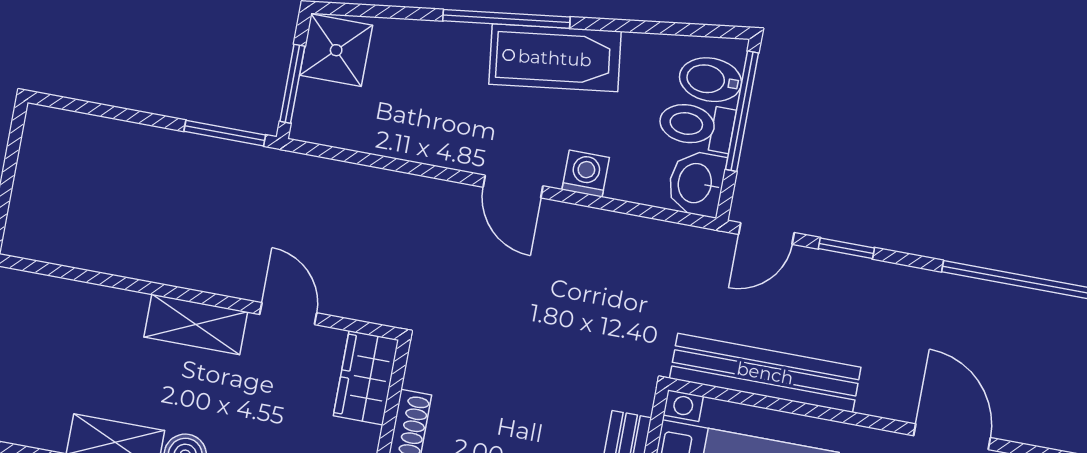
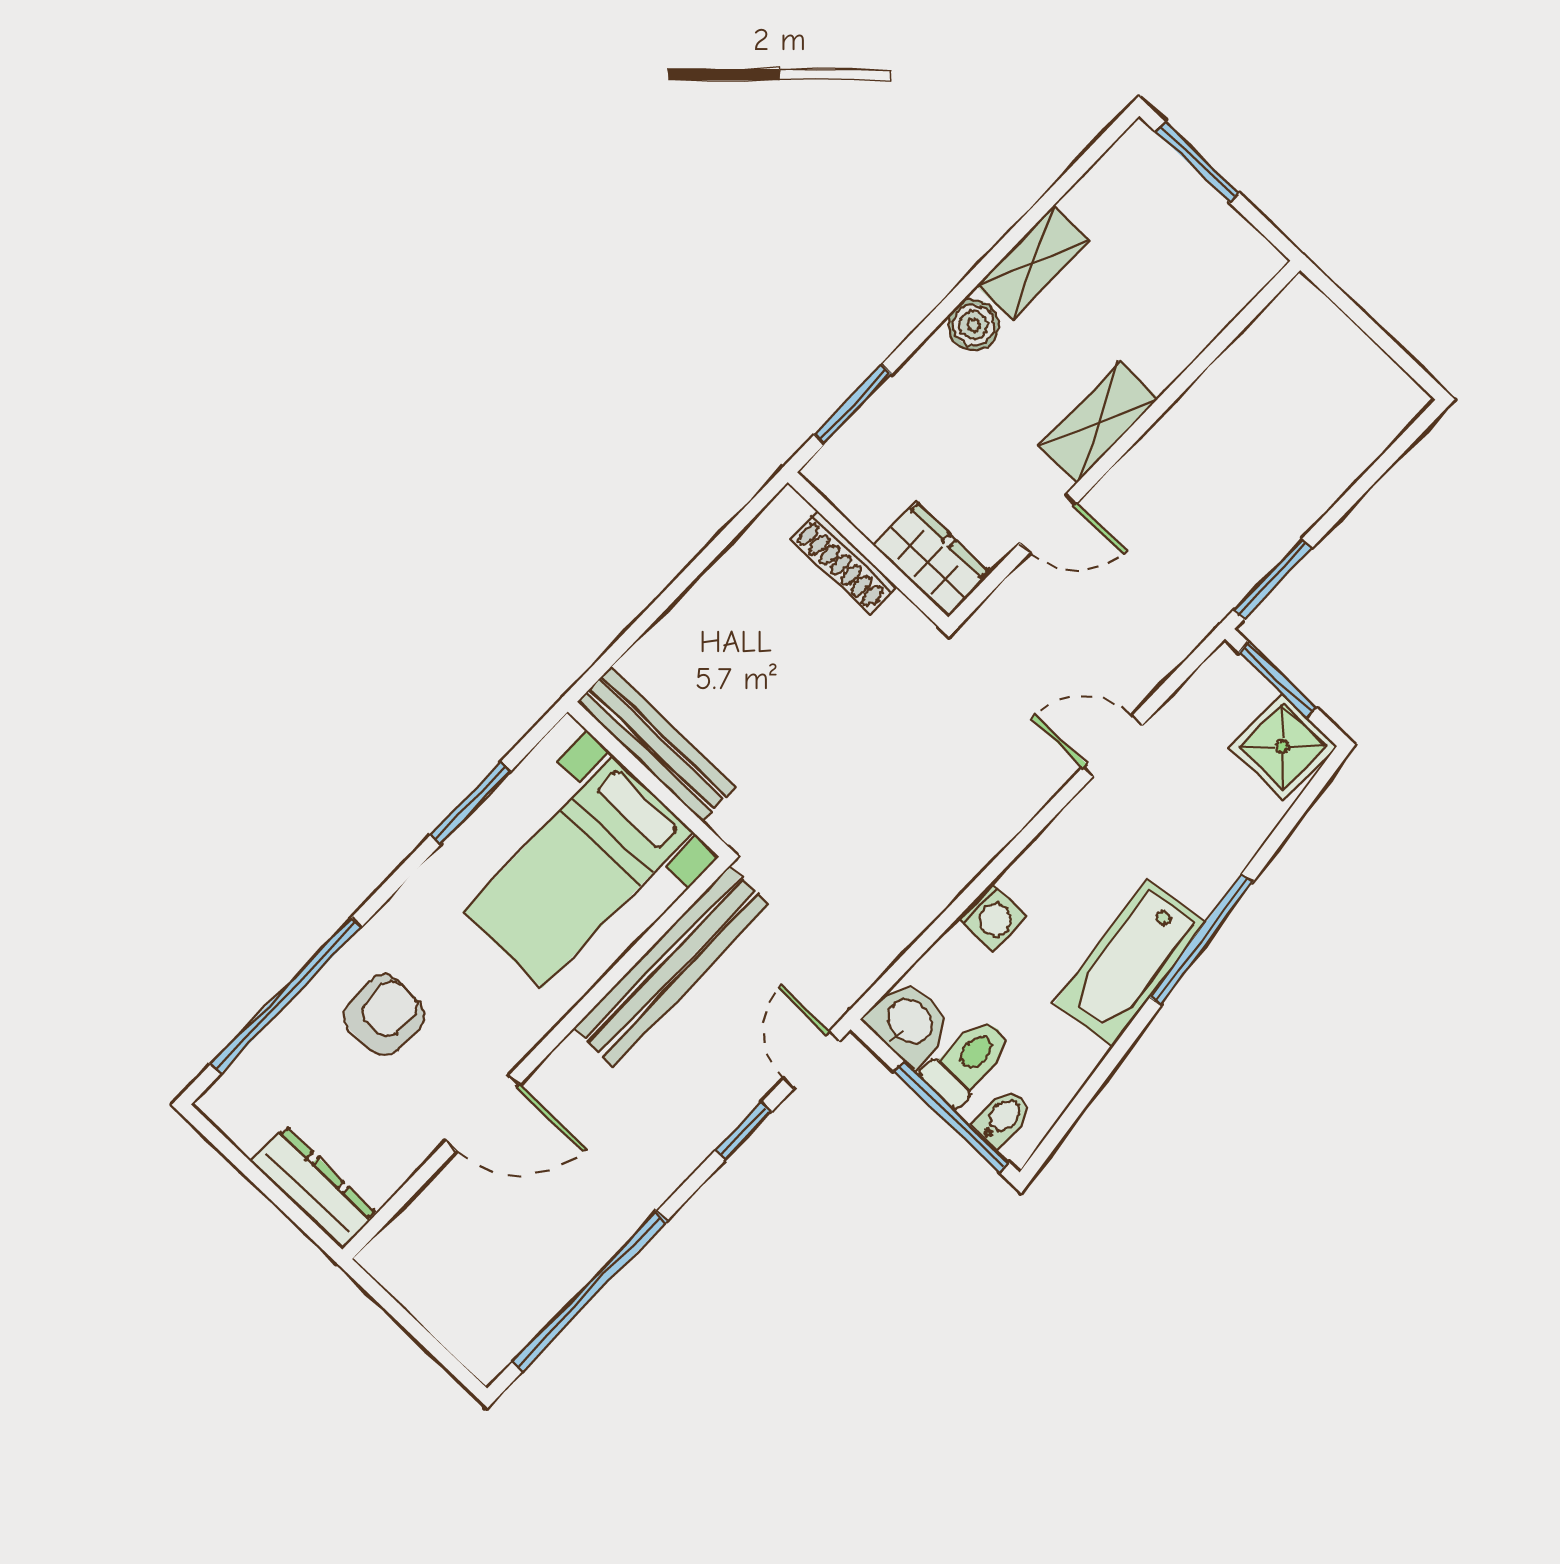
bidet: (711, 80) -> (1003, 1118), width x0.72, depth x0.74
door: (513, 186) -> (1113, 746), moved

